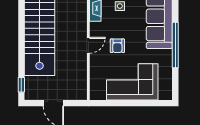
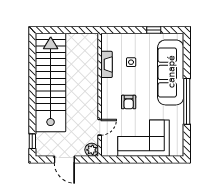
door: (88, 45) -> (100, 127), moved
plant: (81, 93) -> (92, 150), added

